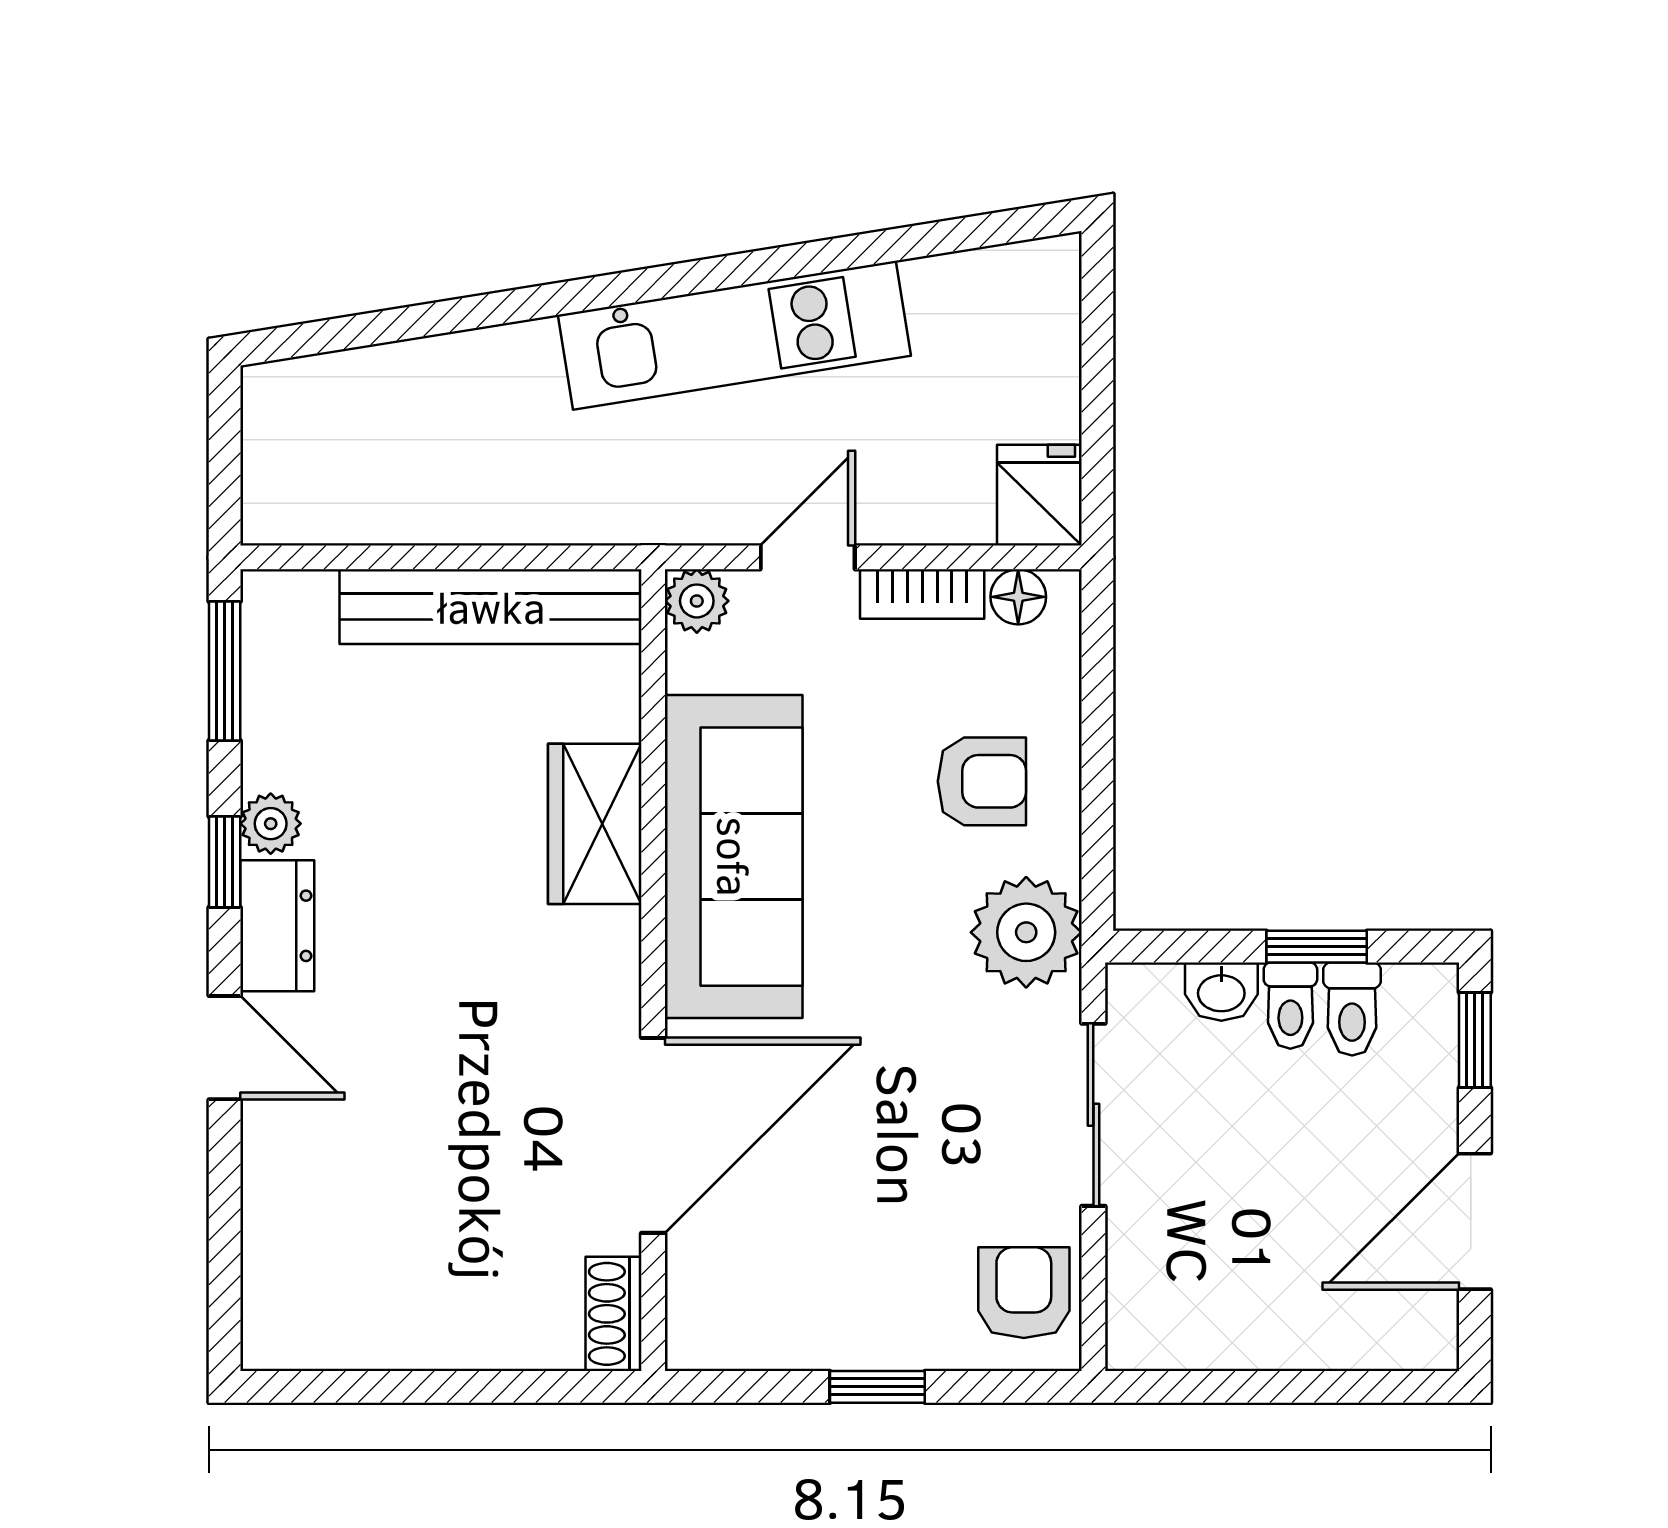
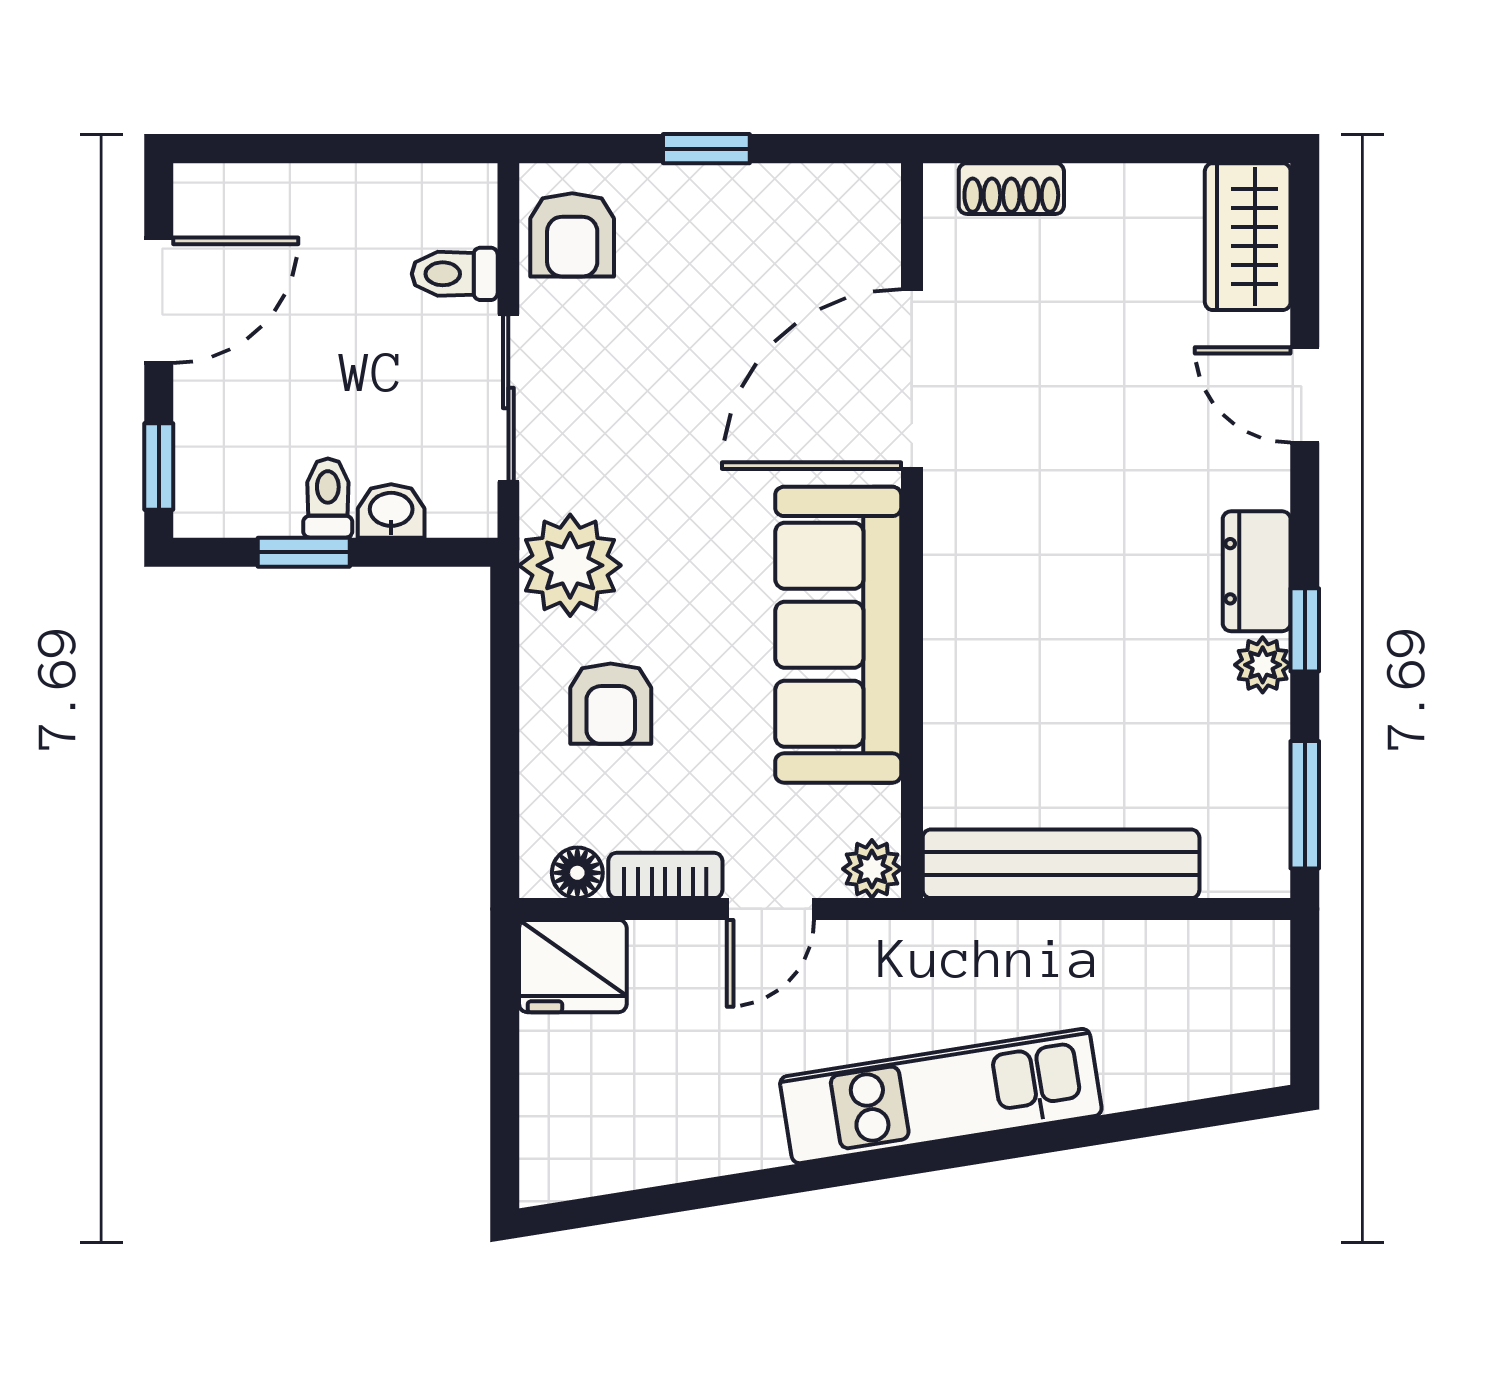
kitchen unit: (734, 335) -> (941, 1096), moved
fridge: (1039, 495) -> (573, 966), width x1.38
armchair: (982, 781) -> (611, 704), turned -90
wardrobe: (595, 824) -> (1248, 237), moved, turned 180
toilet: (1352, 1009) -> (455, 274), moved, turned -90
door: (225, 1048) -> (1305, 395), moved
shoe rack: (614, 1314) -> (1011, 189), moved, turned 90

